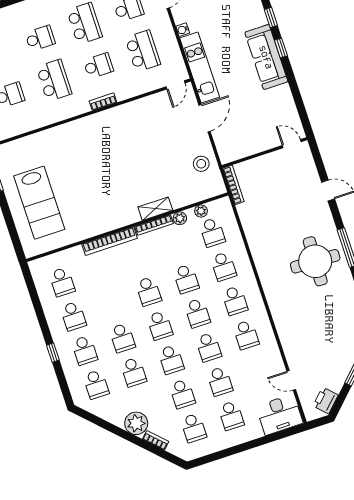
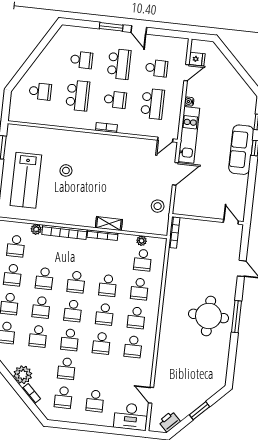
stool: (79, 171) -> (66, 170), added
plant: (180, 218) -> (36, 229), moved
school desk: (220, 381) -> (44, 278), moved

